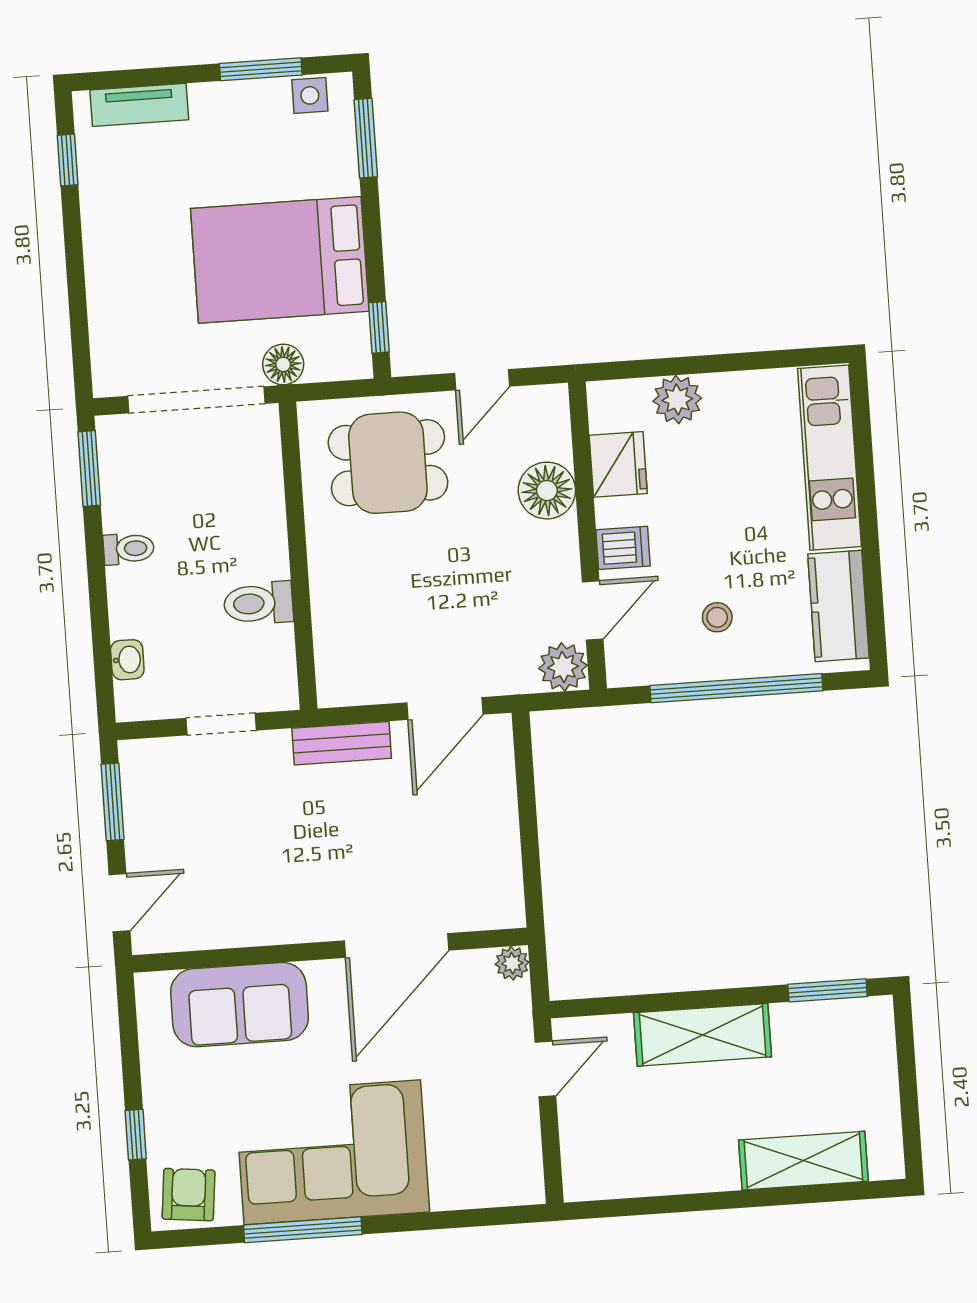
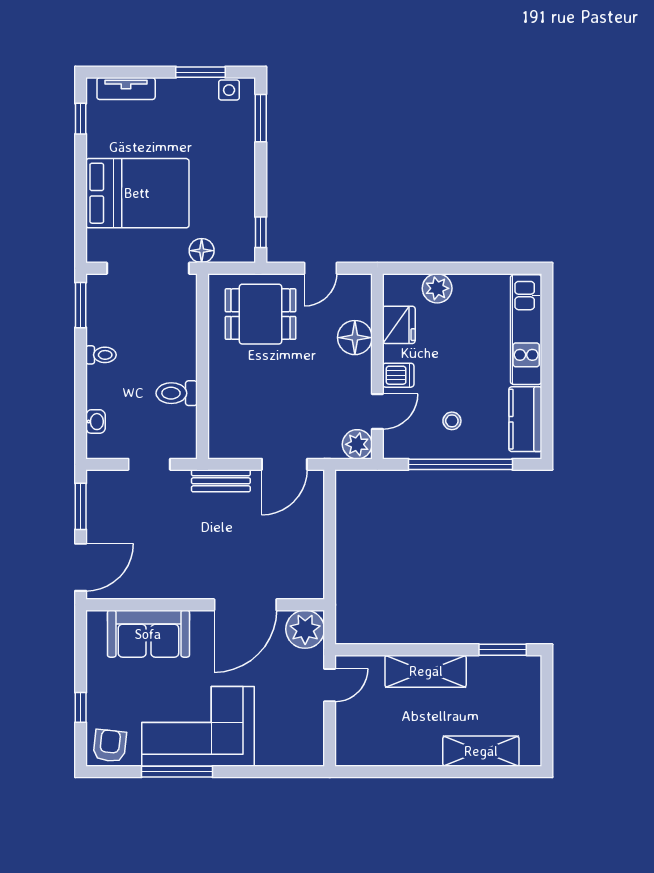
bed: (280, 260) -> (137, 193), moved, turned 180
door: (120, 903) -> (81, 567), width x1.38
plant: (512, 963) -> (305, 629), width x1.88, depth x1.88

